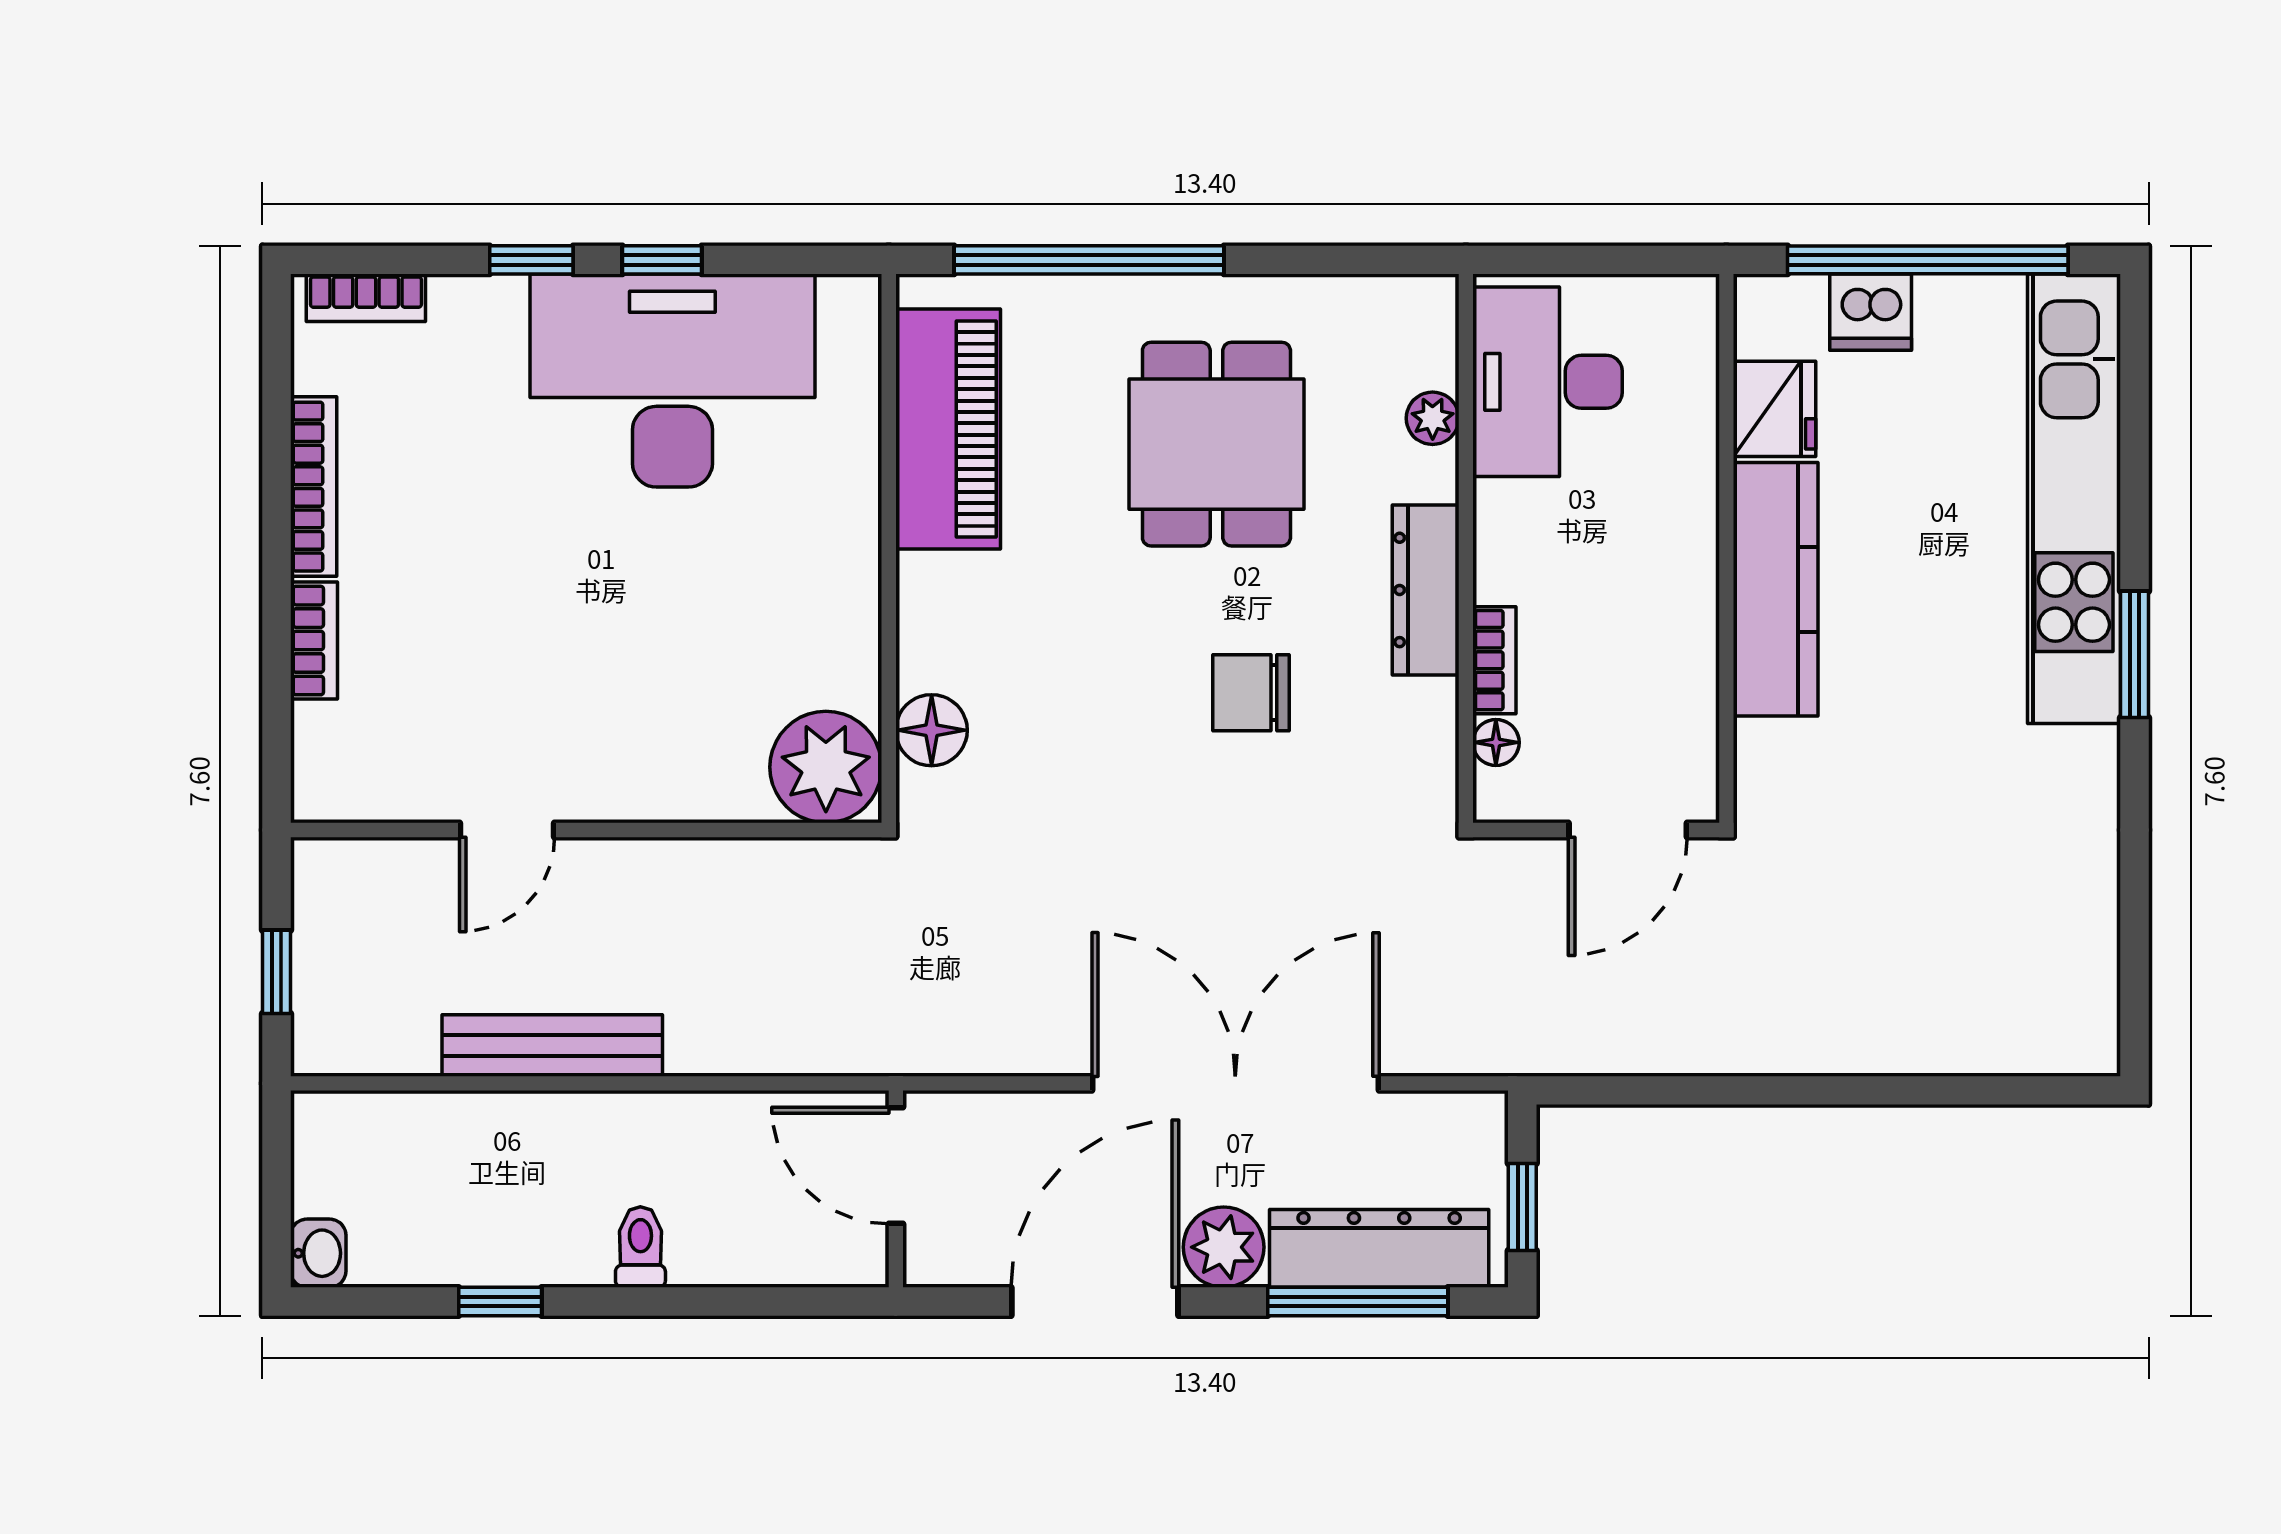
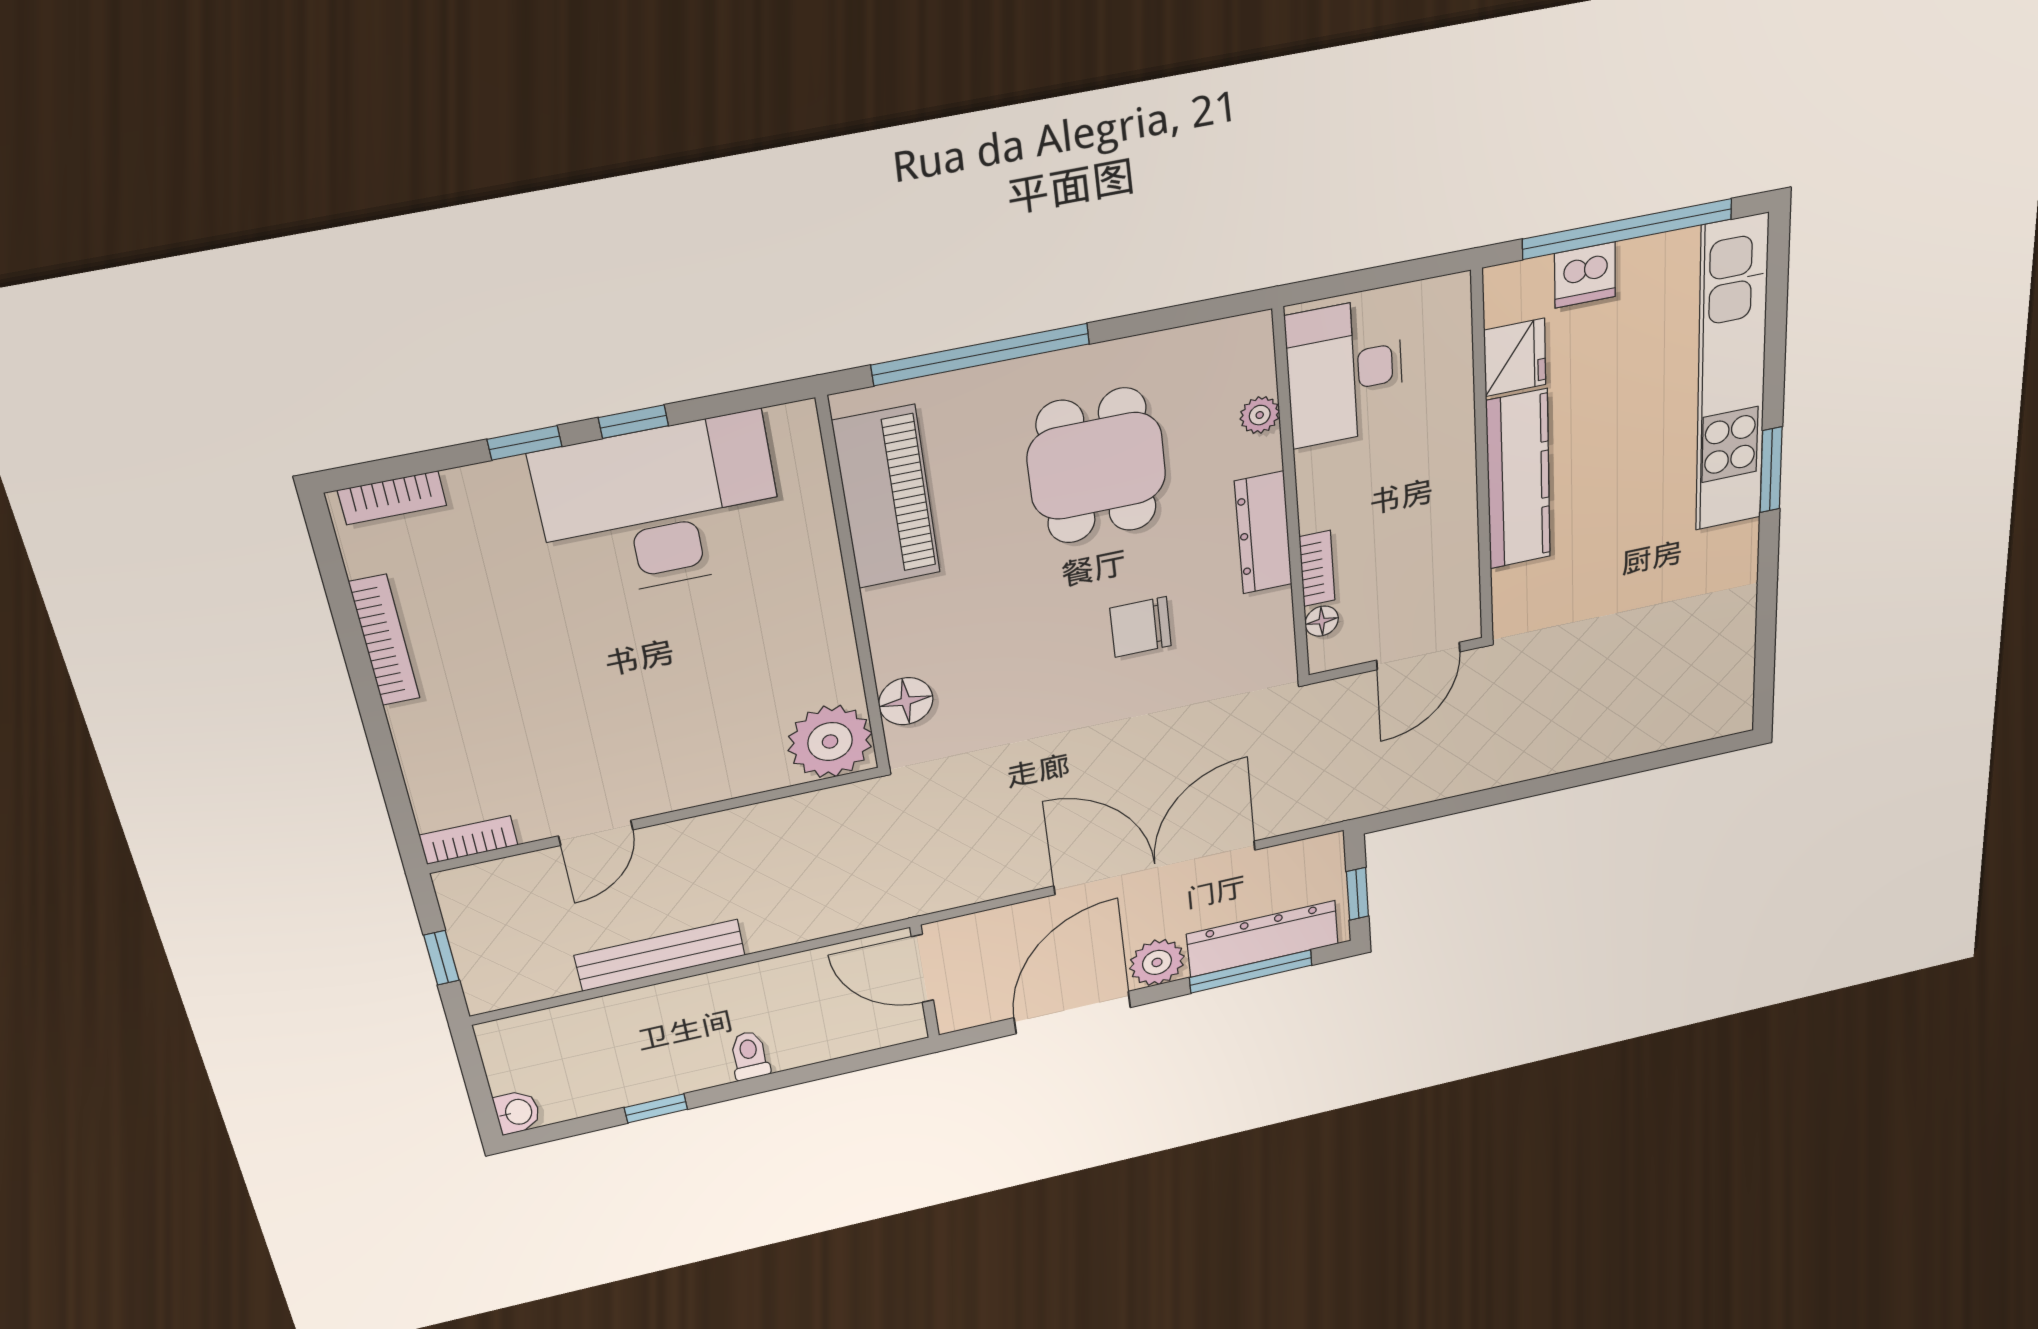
bookcase: (314, 641) -> (469, 840), moved, turned -90

